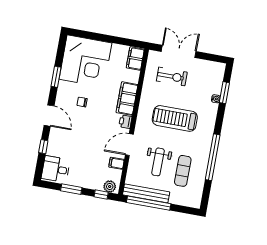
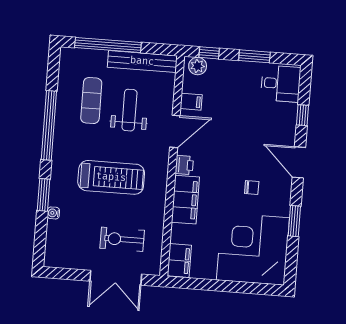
window: (224, 93) -> (44, 195), moved
window: (149, 203) -> (108, 45), moved

